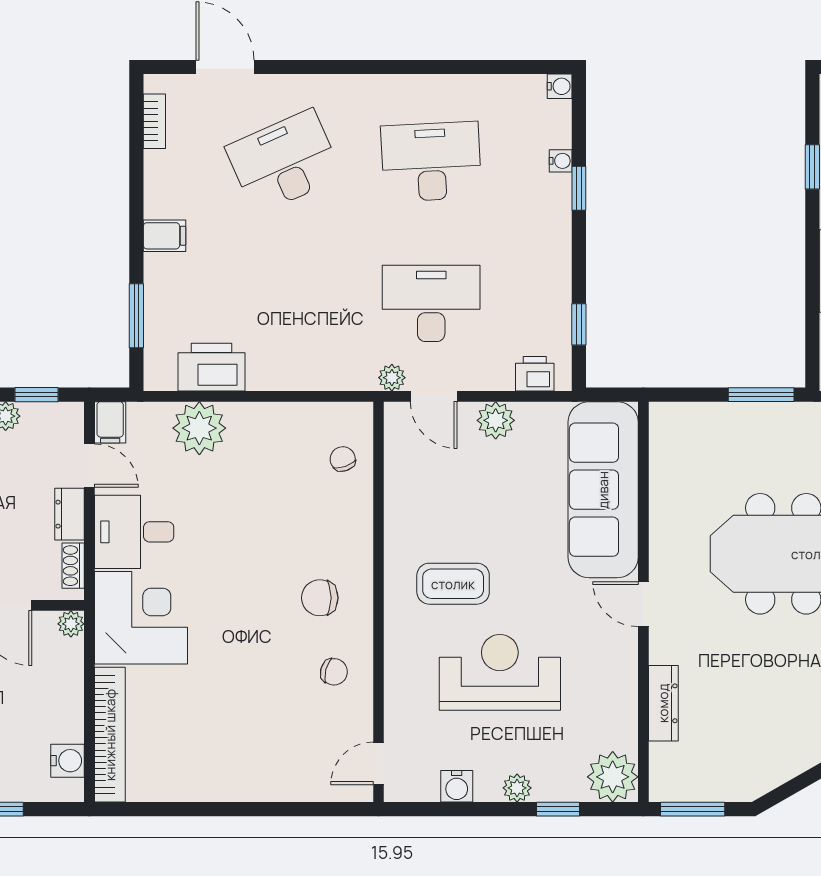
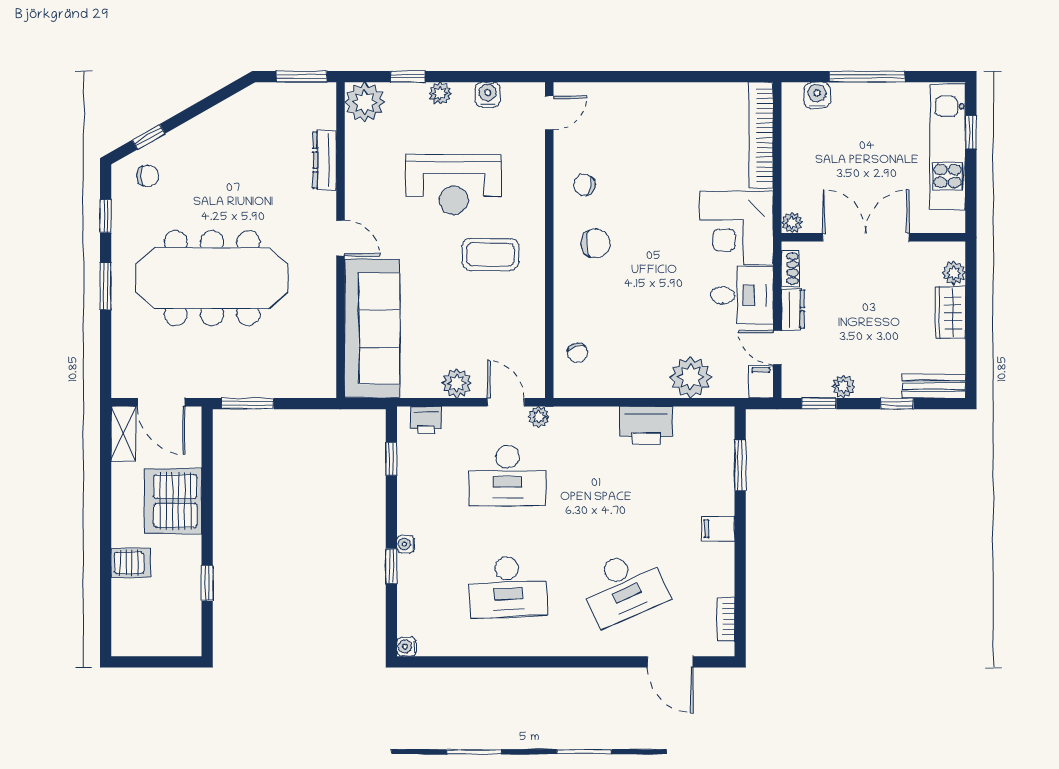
water cooler: (561, 161) -> (406, 544), moved
printer: (212, 367) -> (646, 425), moved
water cooler: (67, 761) -> (817, 95), moved, turned 90

